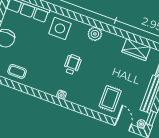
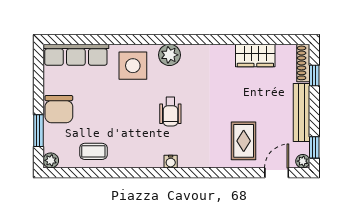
plant: (95, 34) -> (169, 55), moved
wheelchair: (72, 65) -> (170, 112), turned 180
door: (123, 125) -> (277, 173), hinge flipped

